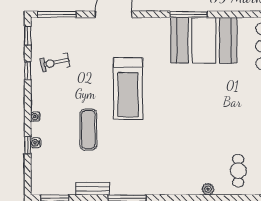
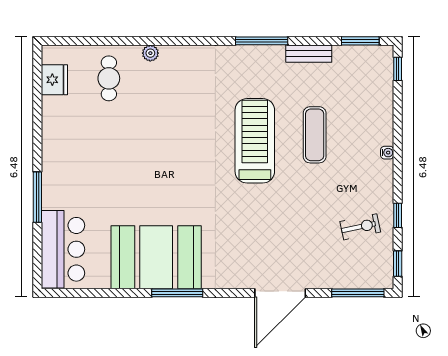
treadmill: (128, 89) -> (255, 141), moved
water cooler: (36, 143) -> (387, 117), removed
window: (28, 145) -> (398, 69), moved

